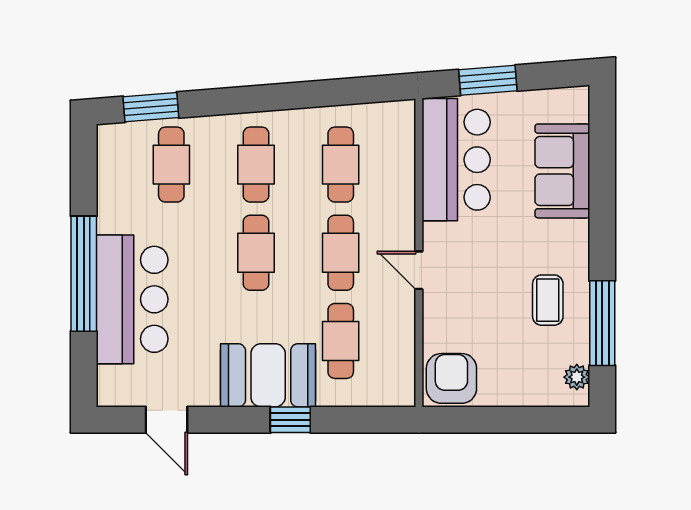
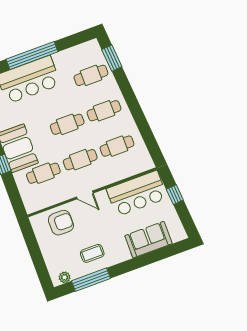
window: (488, 80) -> (175, 195), width x0.67
door: (419, 270) -> (85, 195), swing flipped
armchair: (451, 378) -> (61, 223), moved

